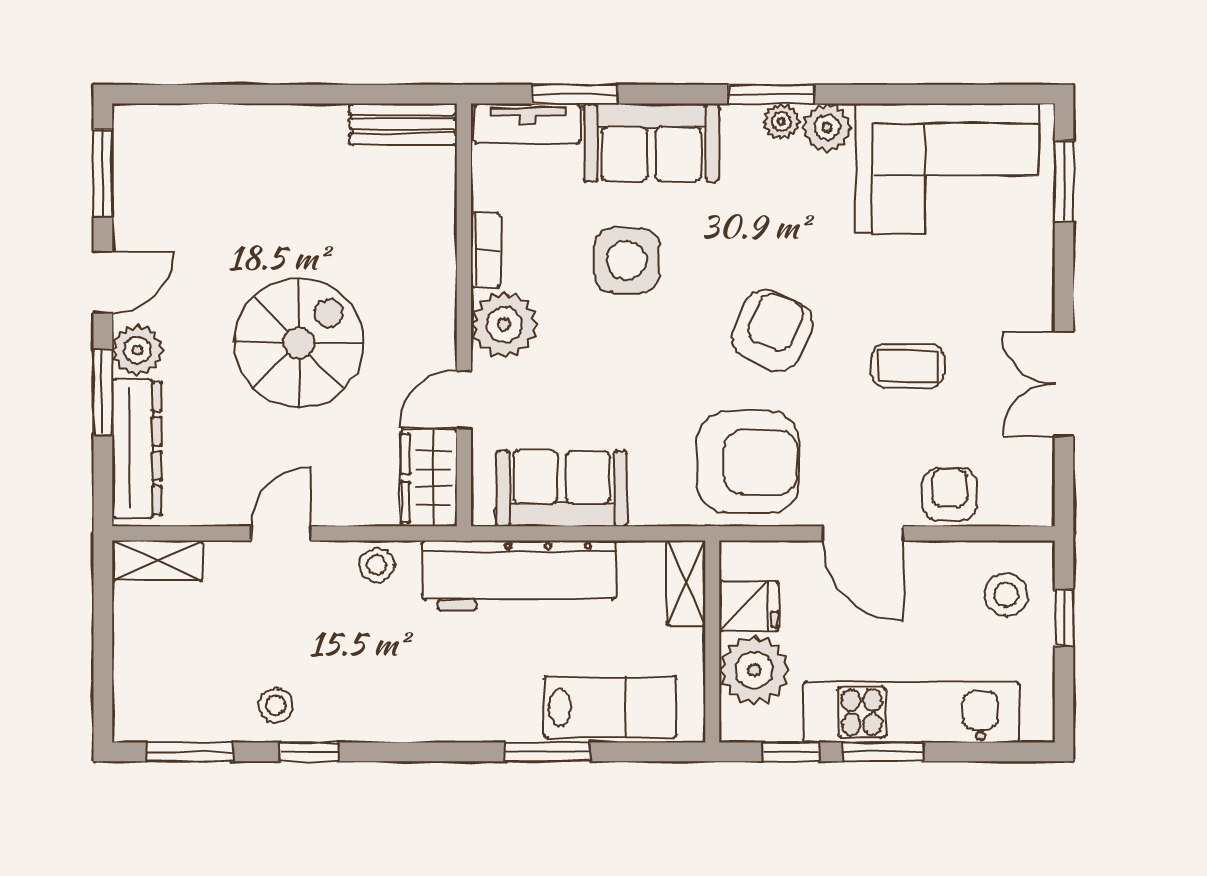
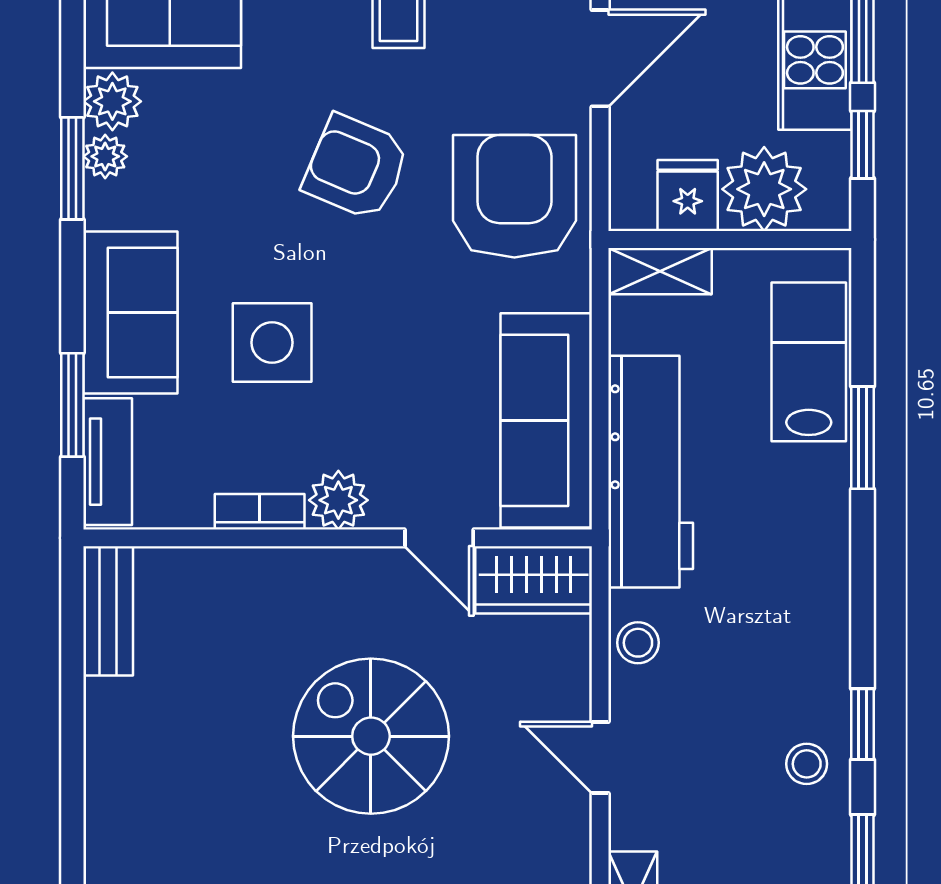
plant: (504, 324) -> (338, 500), width x0.73, depth x0.73
sofa: (562, 489) -> (546, 420), width x1.36

